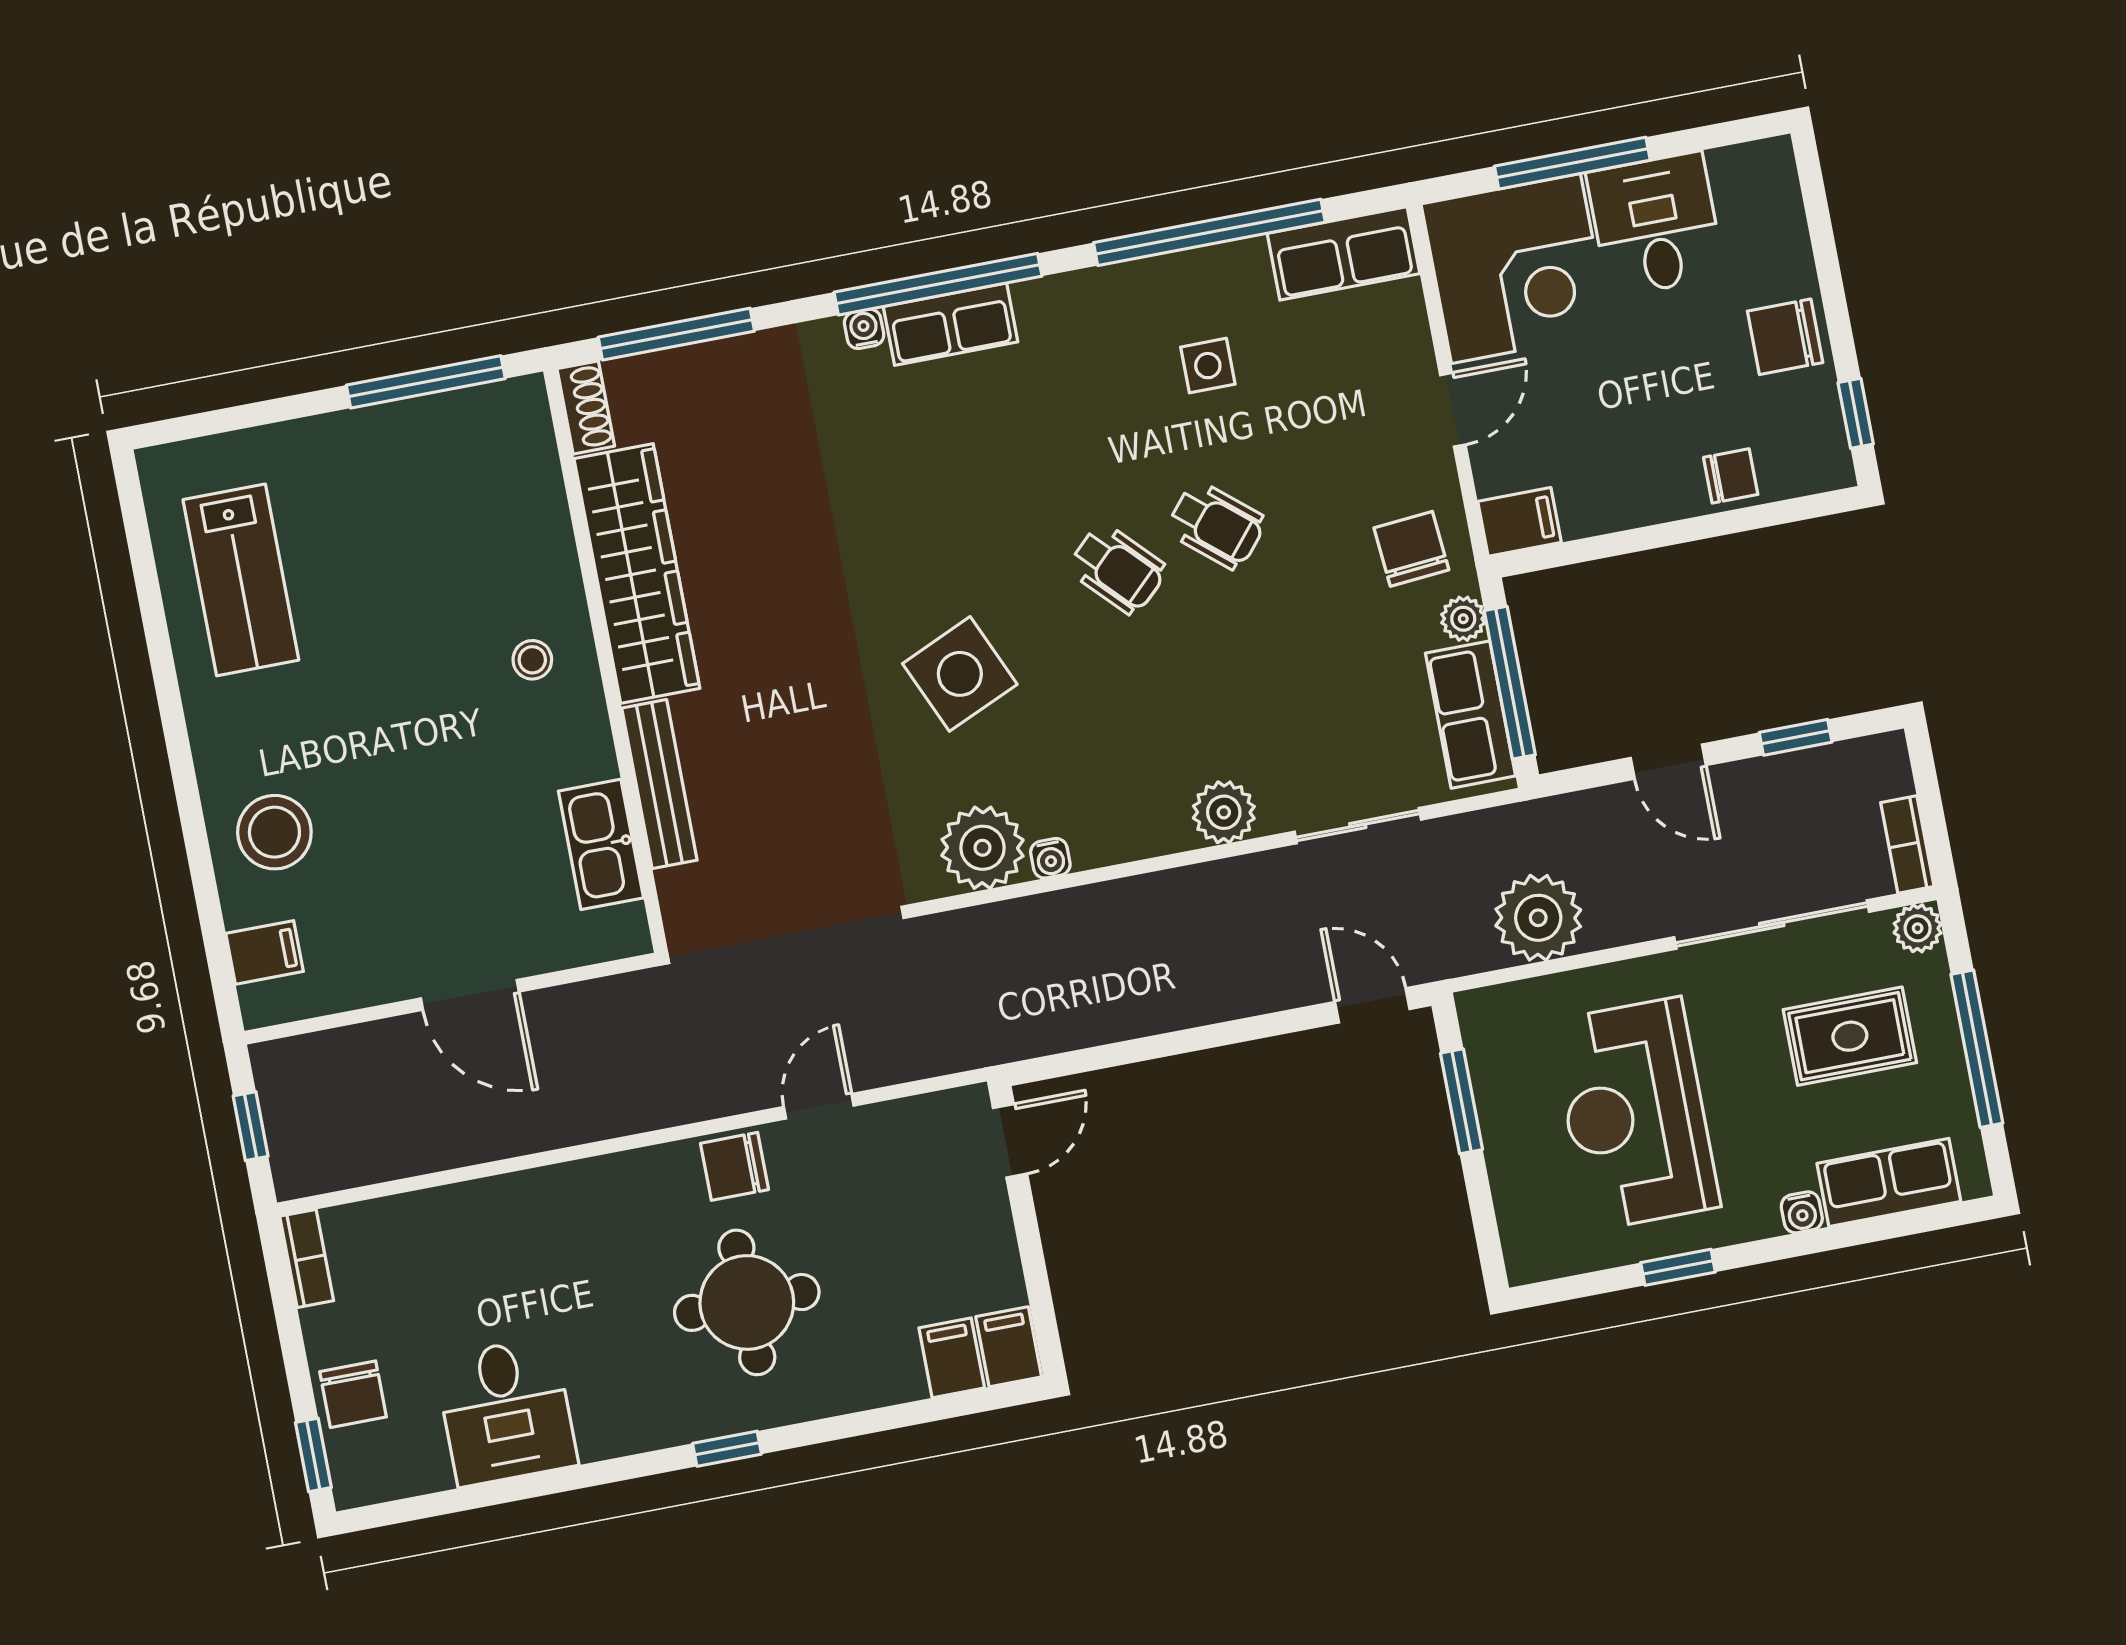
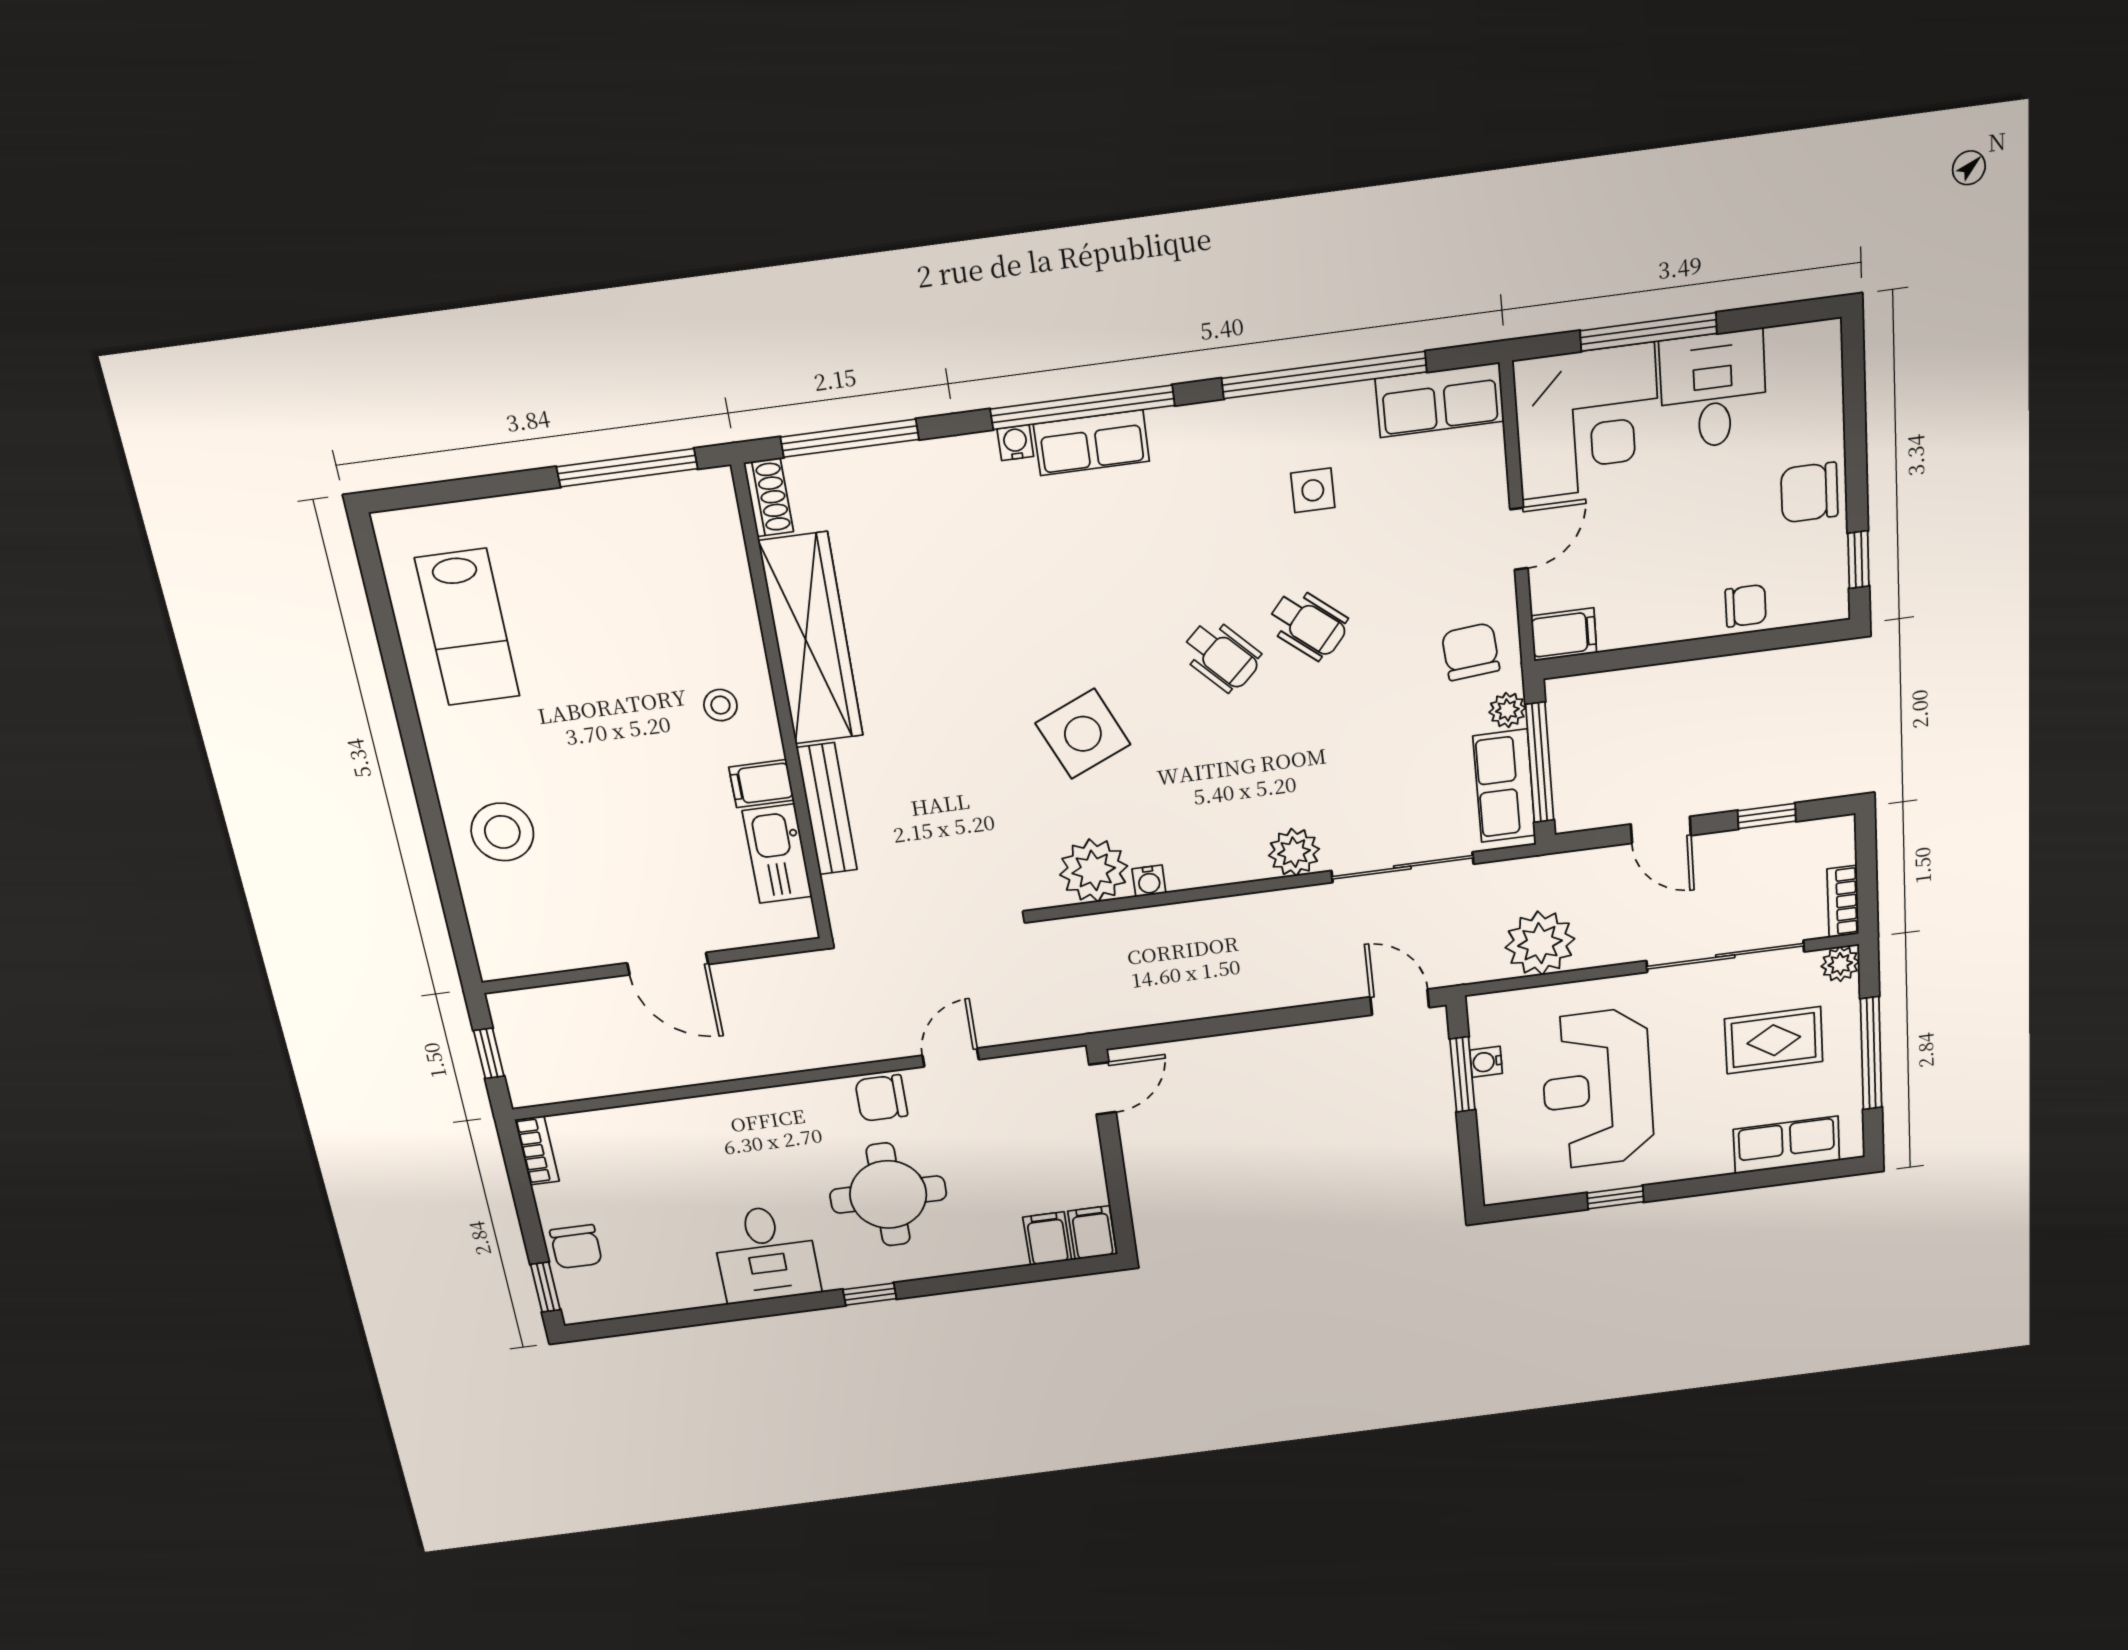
sliding door: (1358, 826) -> (1402, 867), width x1.37
filing cabinet: (265, 952) -> (761, 784), moved, turned 180
water cooler: (1802, 1212) -> (1486, 1062), moved, turned 90
desk: (506, 1411) -> (766, 1254), moved

